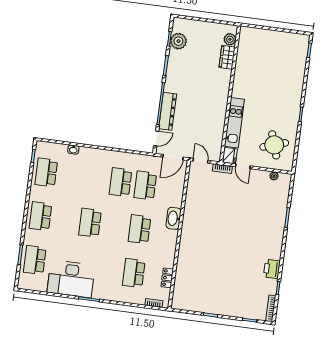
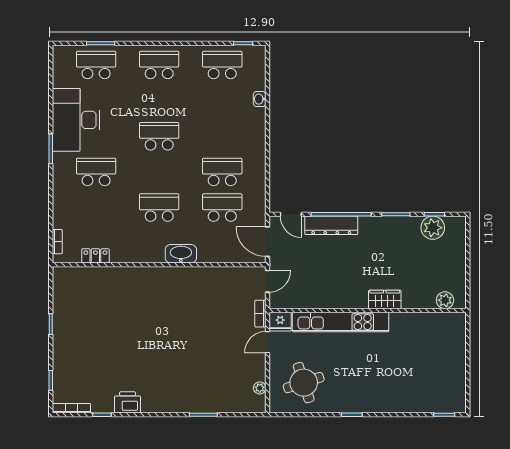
wardrobe: (227, 57) -> (385, 299), moved
kitchen unit: (234, 123) -> (341, 322), width x1.36
school desk: (134, 273) -> (96, 172), moved

